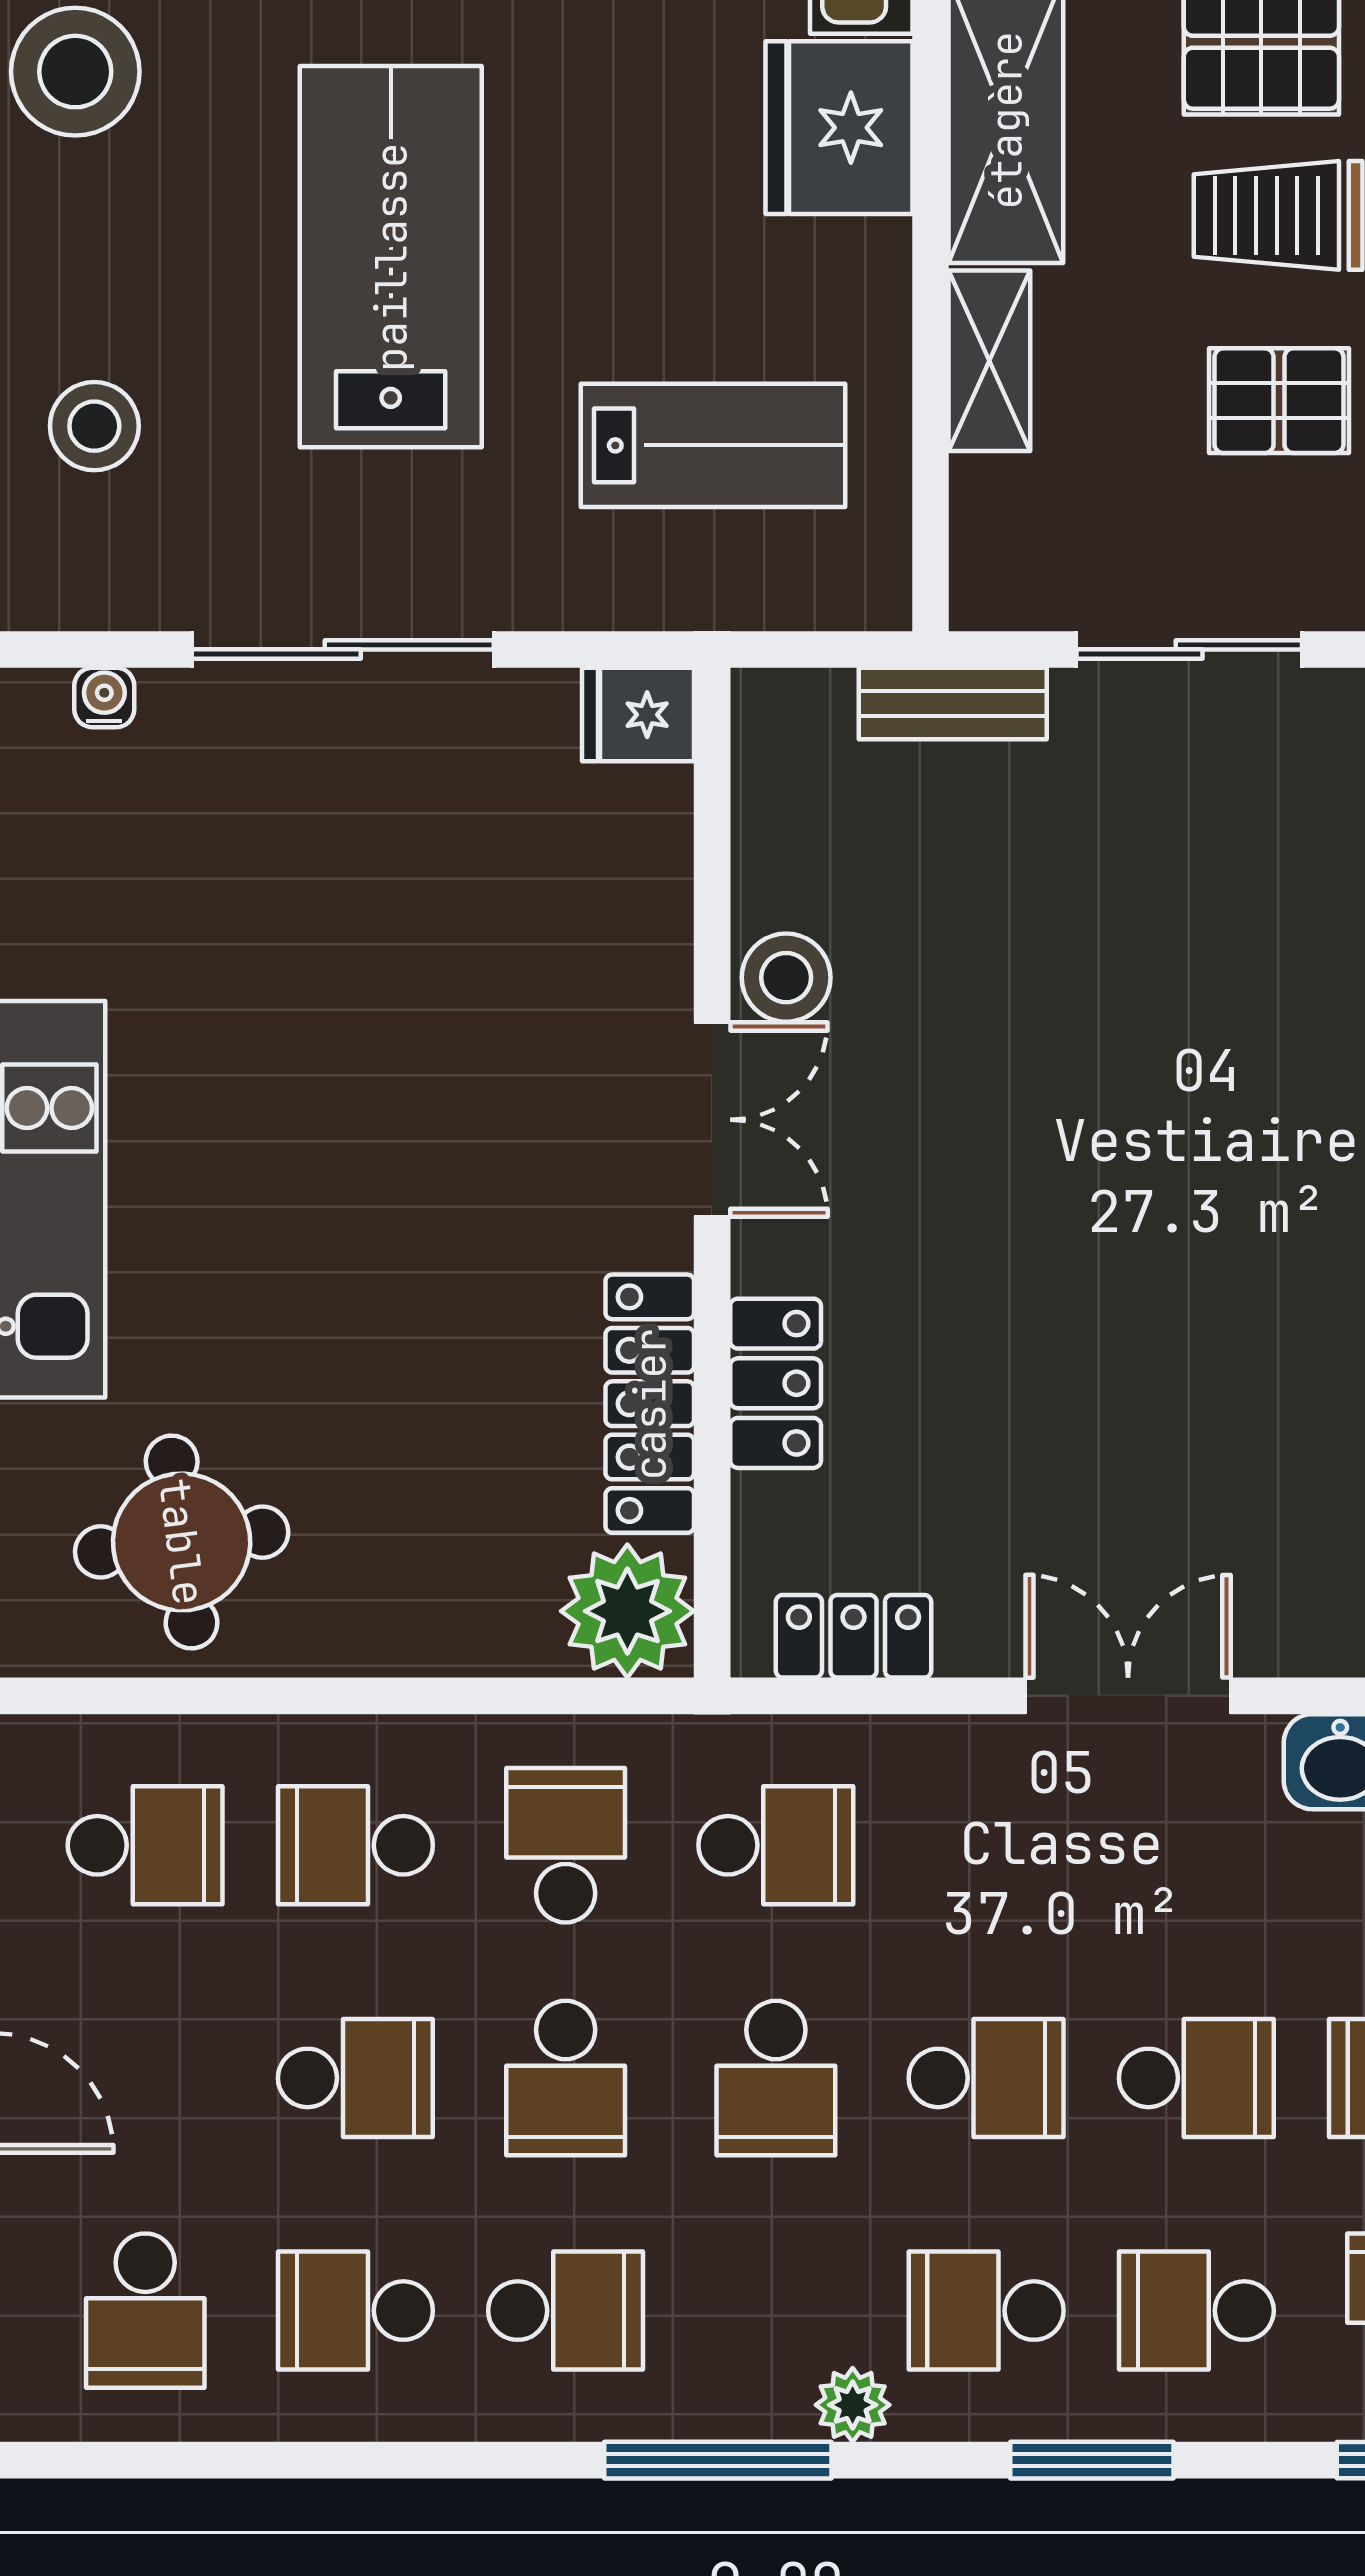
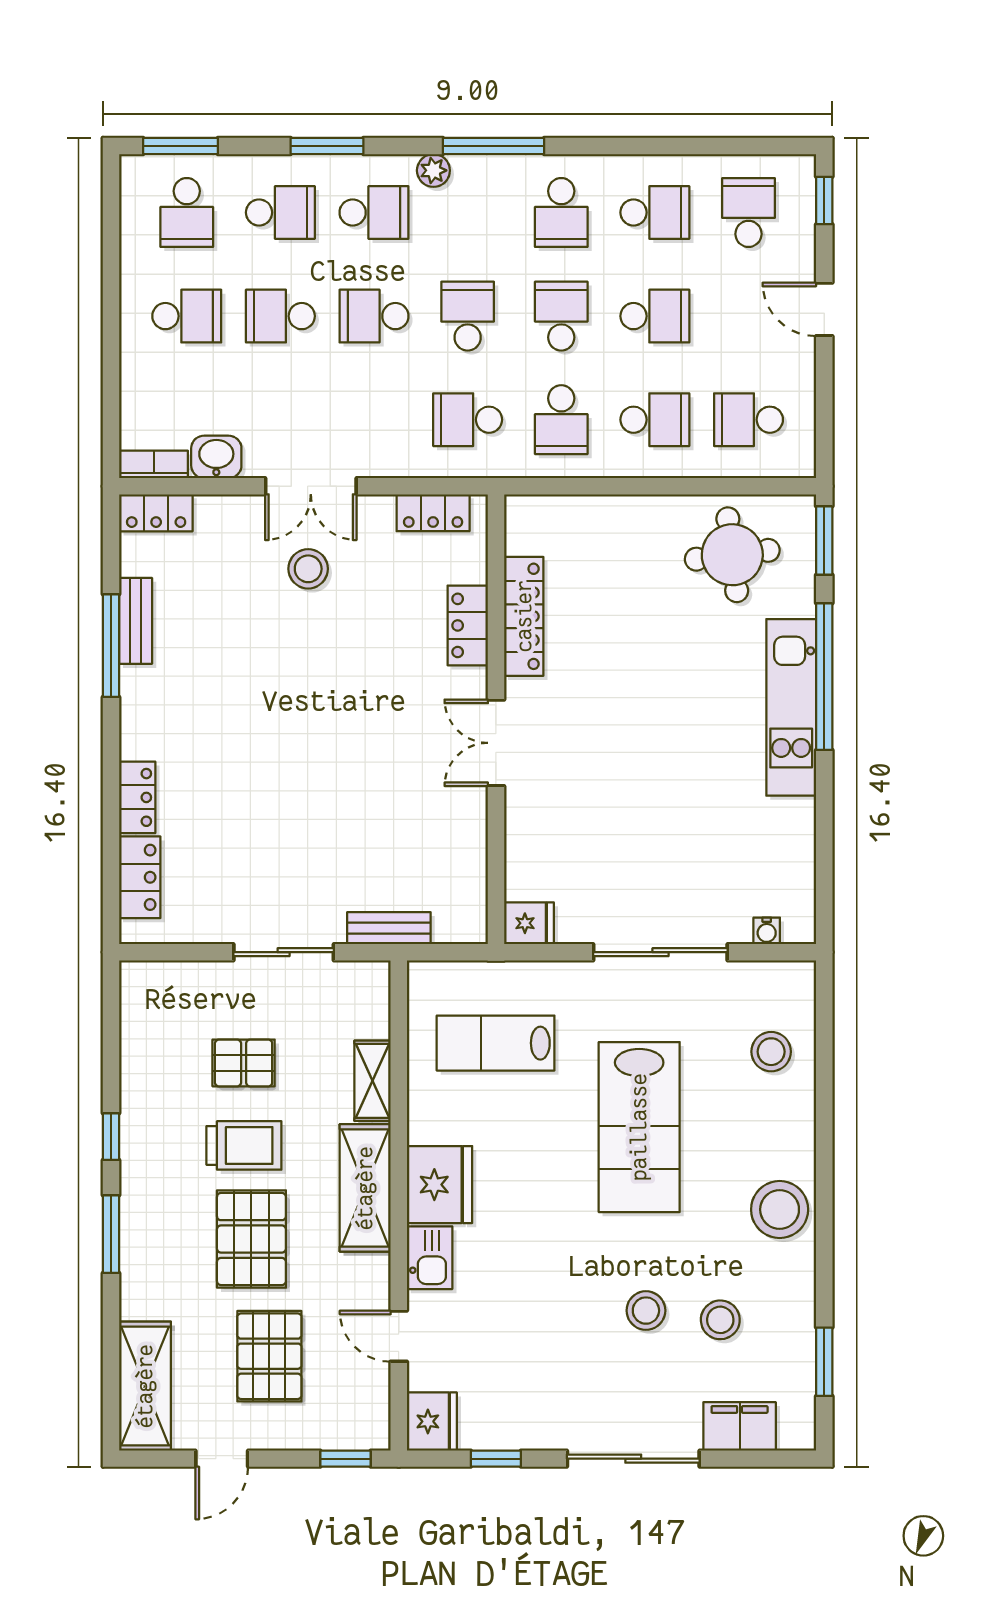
stool: (786, 978) -> (308, 569), moved
plant: (627, 1611) -> (534, 524), removed
school desk: (355, 2078) -> (655, 316), turned 180
school desk: (566, 2311) -> (561, 212), turned -90

